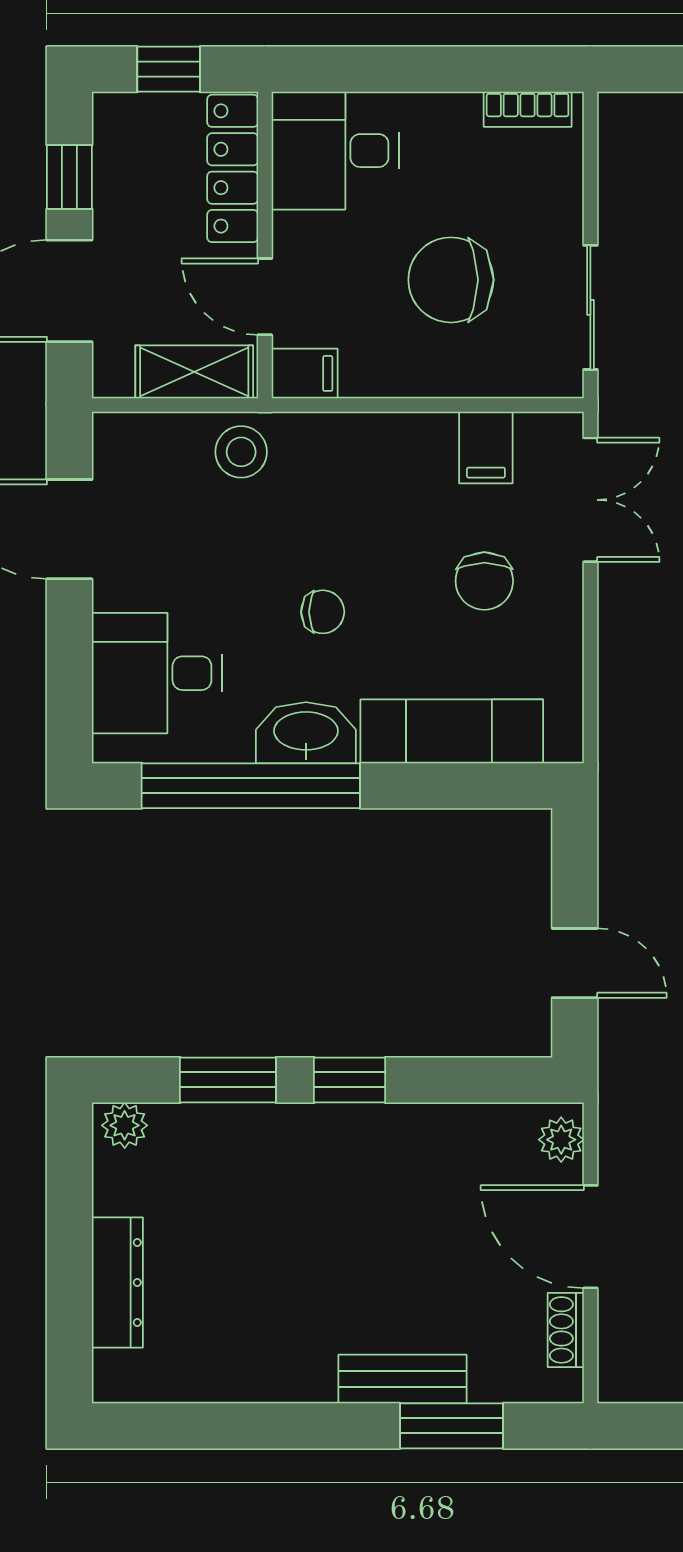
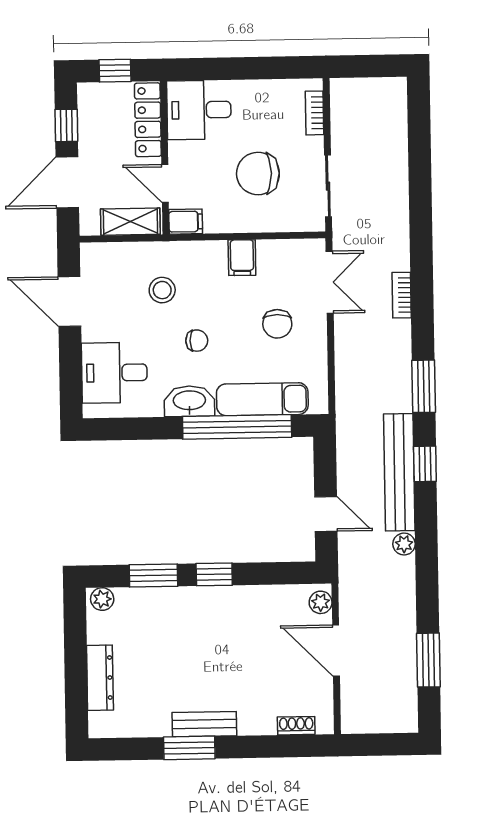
bookcase: (528, 109) -> (315, 113), moved, turned 90
filing cabinet: (486, 448) -> (242, 258), moved
stool: (241, 452) -> (162, 290), moved
window: (251, 786) -> (237, 427), moved
shoe rack: (566, 1330) -> (296, 726), moved, turned 90
bench: (402, 1379) -> (204, 724), moved
window: (451, 1426) -> (189, 748), moved

